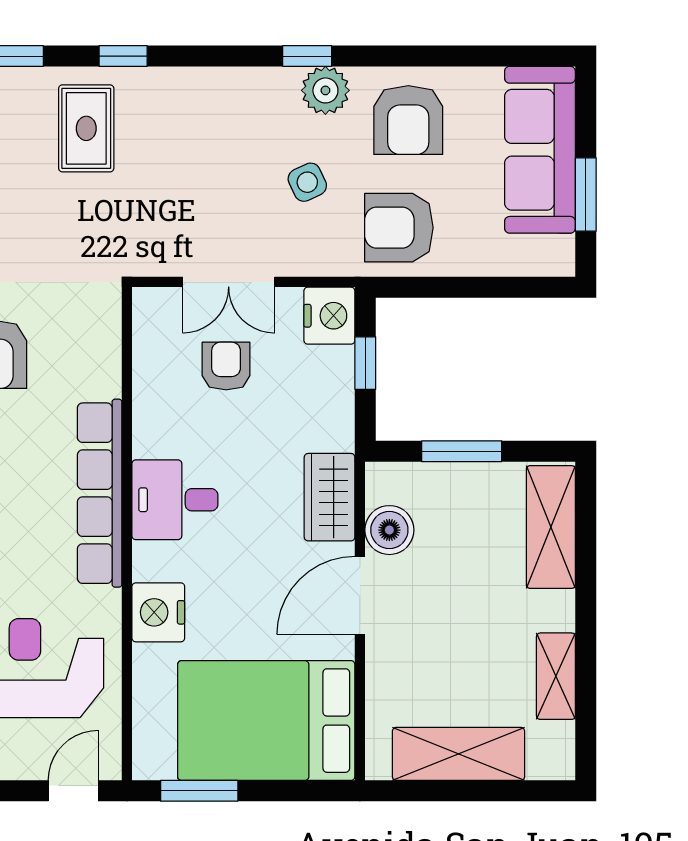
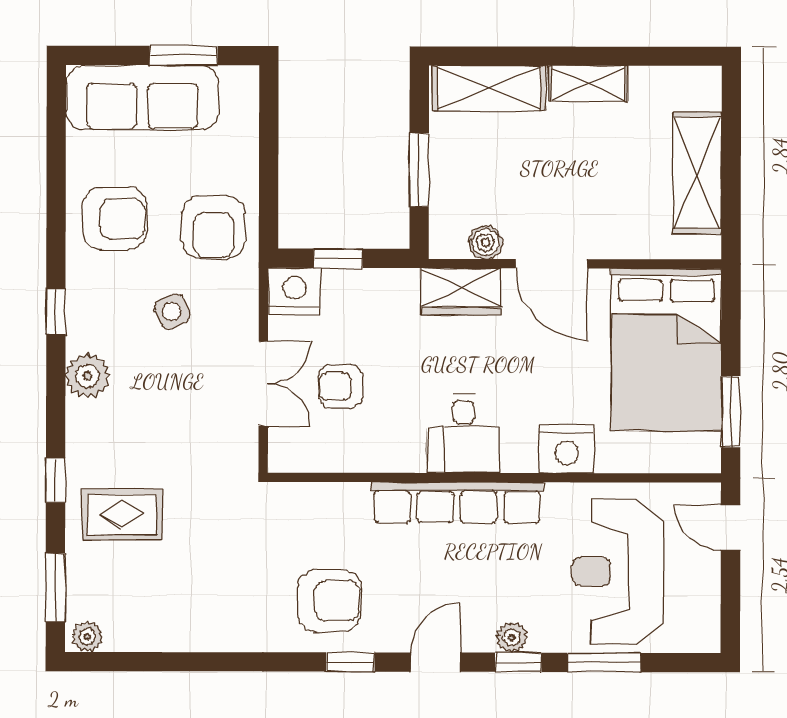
plant: (325, 90) -> (87, 376), moved
boiler: (389, 530) -> (485, 242), width x0.73, depth x0.73
shelving: (556, 676) -> (588, 84), moved

